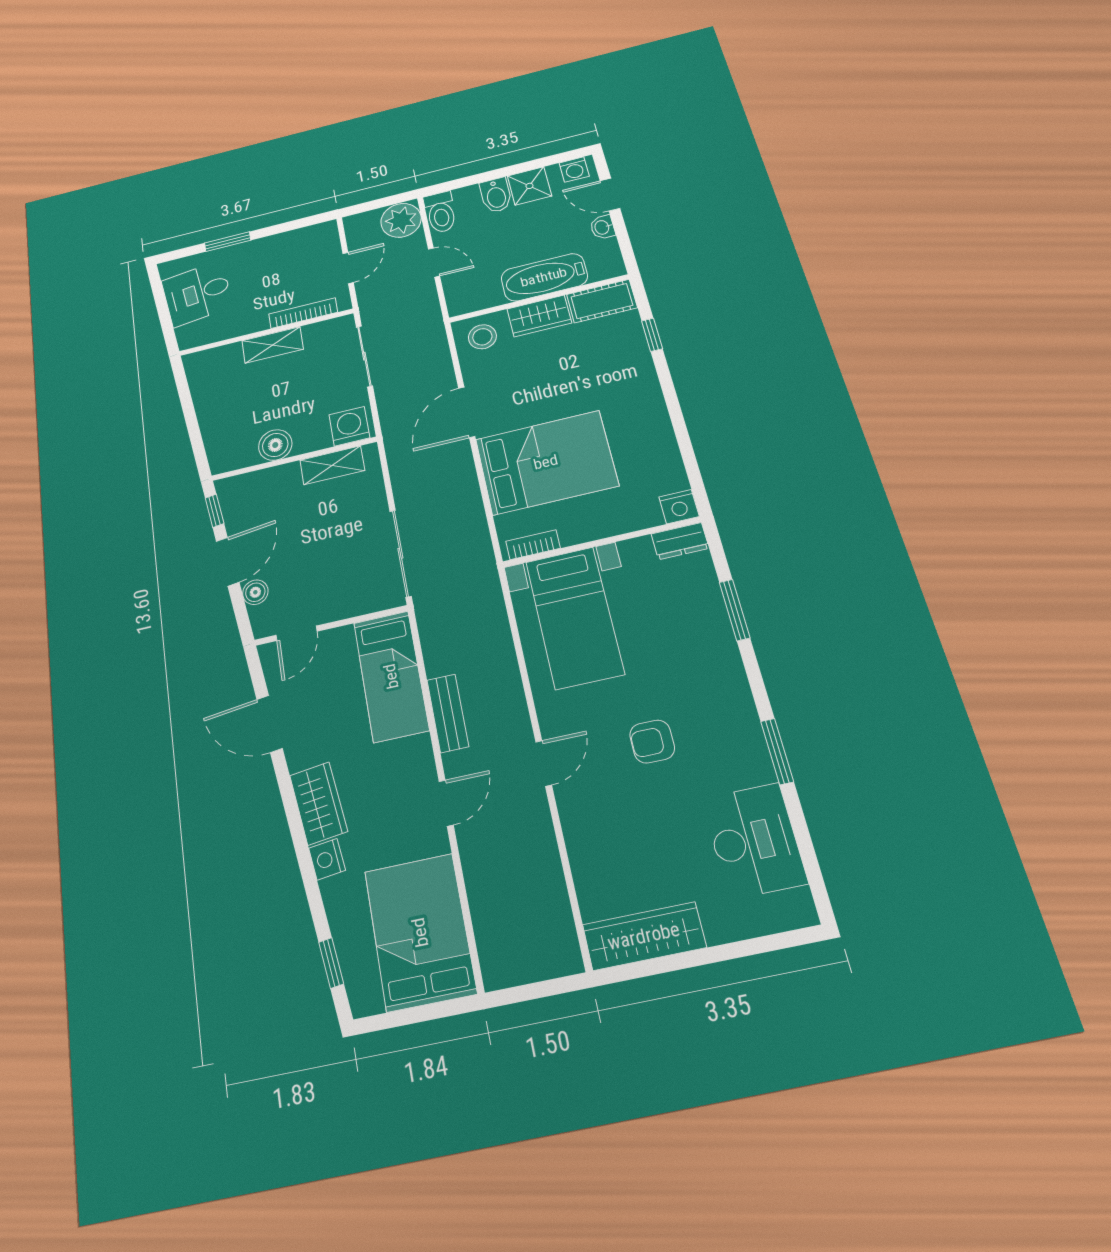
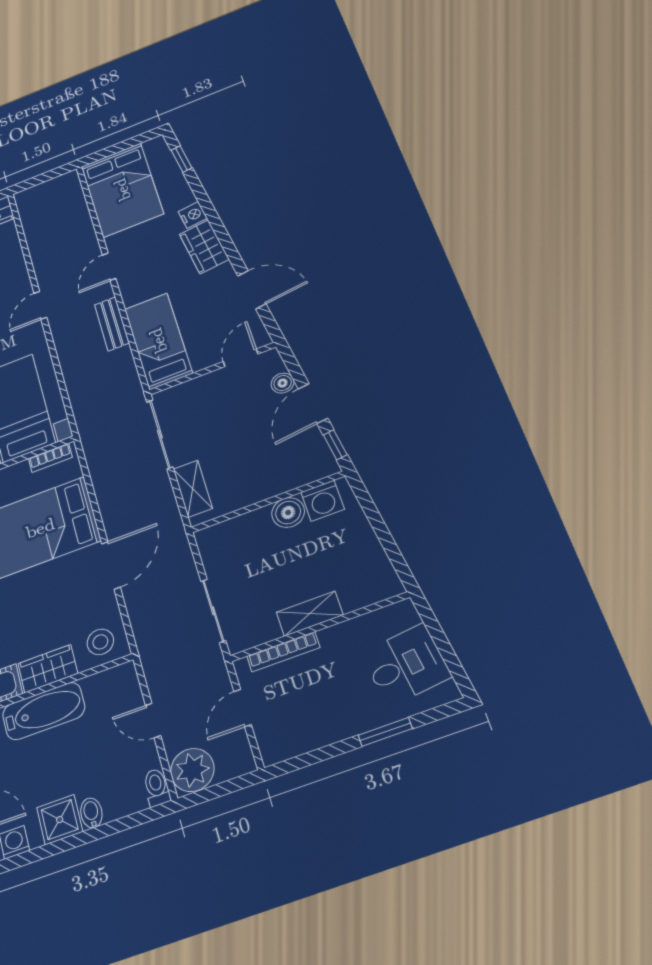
bidet: (496, 195) -> (91, 813), width x0.72, depth x0.74
toilet: (440, 212) -> (157, 787), width x0.73, depth x0.72
washing machine: (349, 426) -> (323, 501), moved
shelving: (332, 465) -> (193, 489), moved, turned 90

